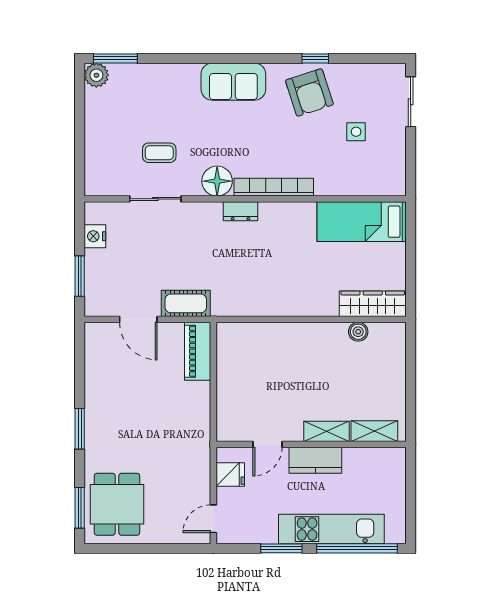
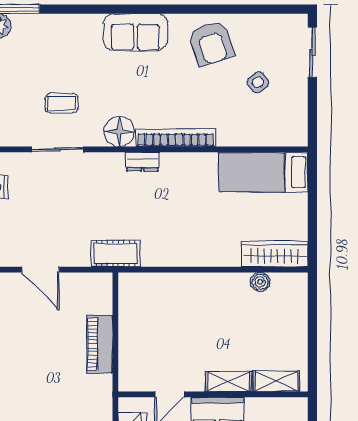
window: (315, 58) -> (217, 9), removed
side table: (356, 132) -> (258, 82), turned -38
cot: (186, 303) -> (116, 254), moved
piano: (198, 351) -> (100, 344), moved

